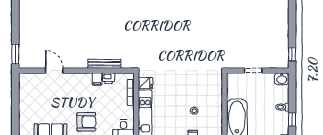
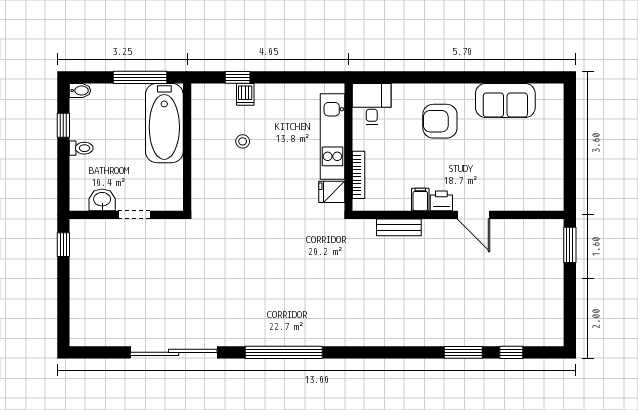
bench: (104, 64) -> (399, 227), width x0.73
door: (54, 71) -> (474, 215), moved
printer: (109, 78) -> (441, 201), moved
washbasin: (282, 79) -> (102, 200), moved

